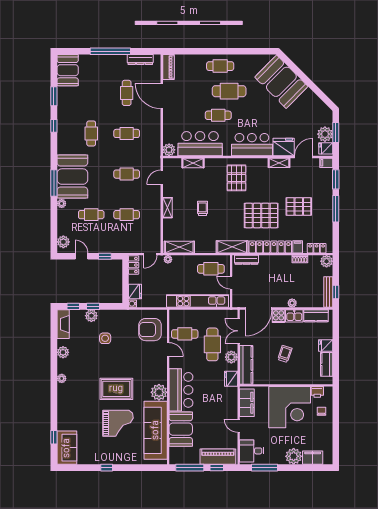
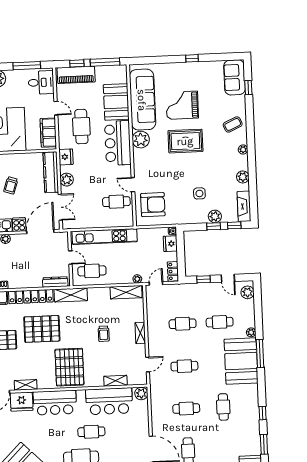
pallet: (236, 178) -> (69, 367), width x1.37, depth x1.41
cafe table: (212, 344) -> (81, 127), moved
coffee table: (70, 403) -> (233, 124), added

